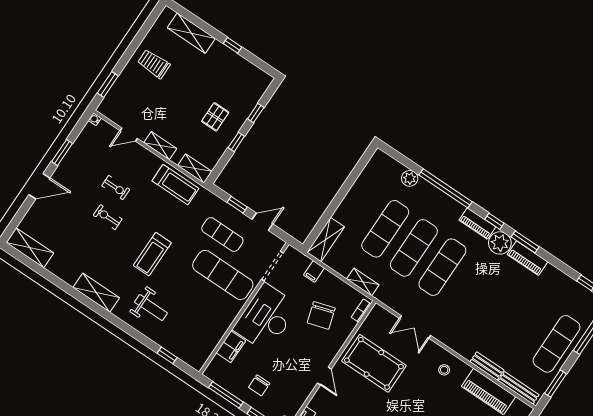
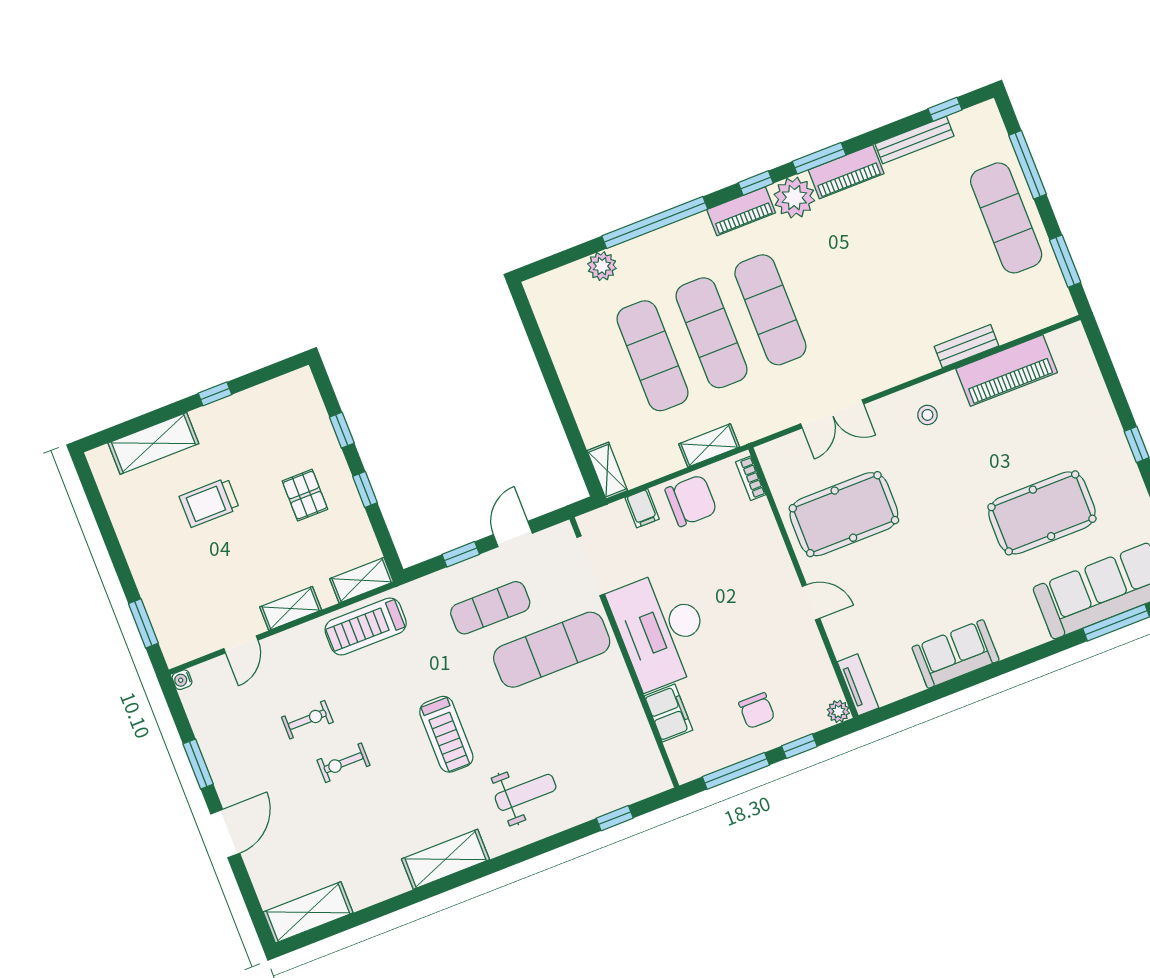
trolley: (154, 64) -> (209, 503), moved
treadmill: (175, 185) -> (366, 626), turned 180
shelving: (326, 239) -> (607, 471), width x0.67, depth x0.75
chair: (321, 315) -> (691, 501), moved, turned -73
bench: (519, 388) -> (915, 140), moved

